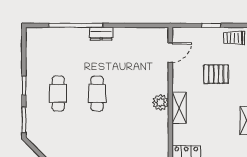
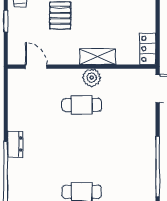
cafe table: (97, 93) -> (82, 105), moved

